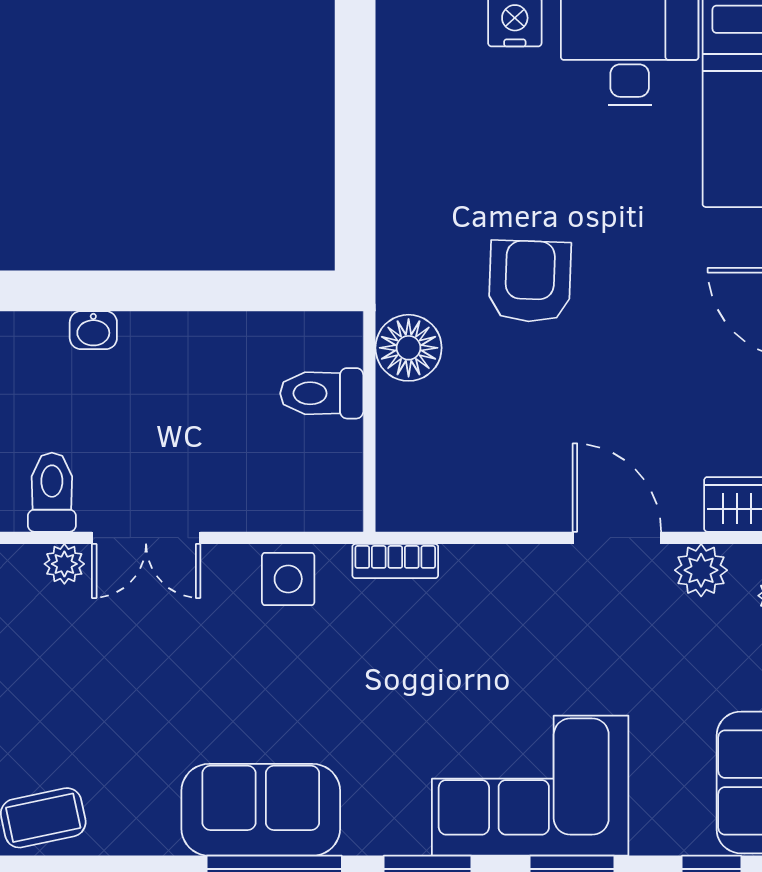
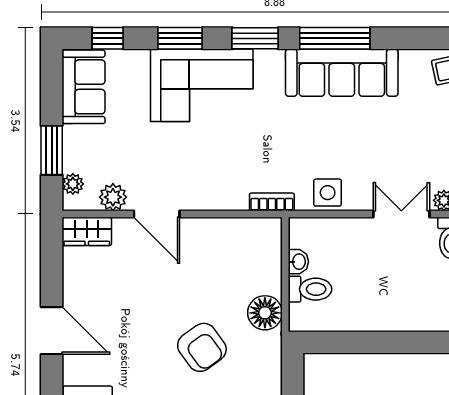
armchair: (530, 281) -> (202, 347), turned -38
washbasin: (93, 330) -> (298, 262), moved, turned 90
sofa: (261, 810) -> (342, 73), width x1.36

